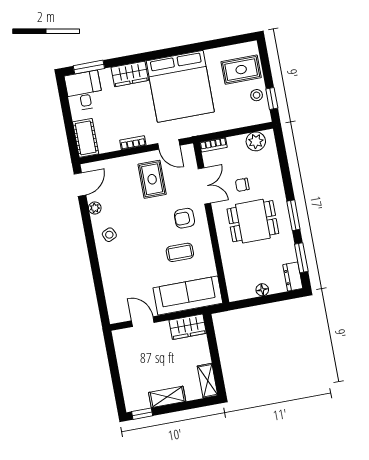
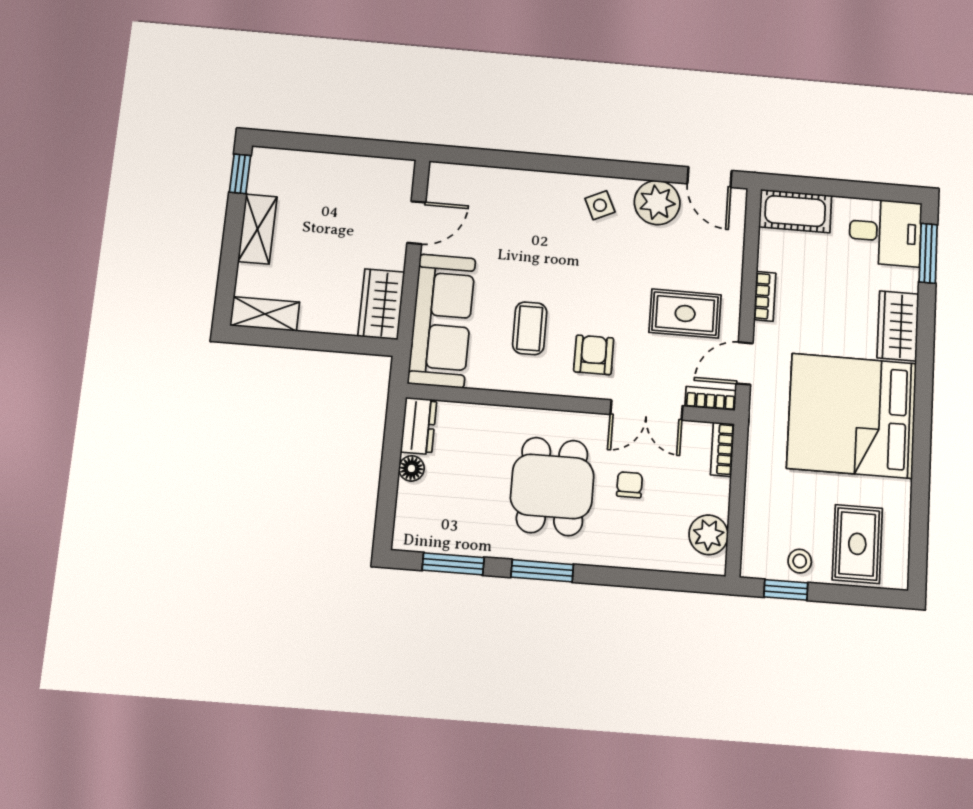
bookcase: (190, 157) -> (711, 399), added
plant: (95, 208) -> (657, 202), width x1.87, depth x1.87
dresser: (293, 277) -> (419, 426), moved, turned 90

